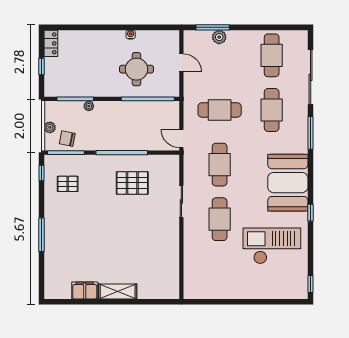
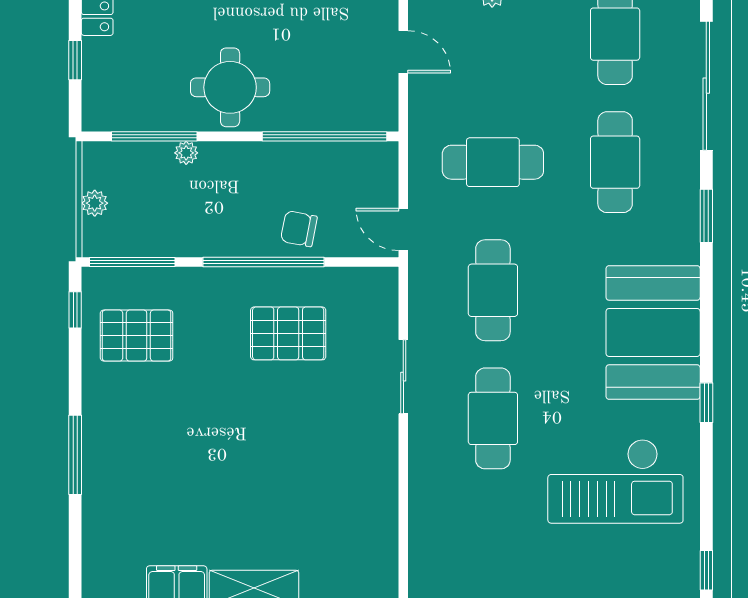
round table: (136, 69) -> (230, 87), moved
window: (311, 133) -> (706, 216), width x0.69
chair: (67, 139) -> (299, 229), moved
pallet: (68, 184) -> (137, 336), width x1.50, depth x1.42
checkout: (272, 246) -> (615, 481), turned 180

